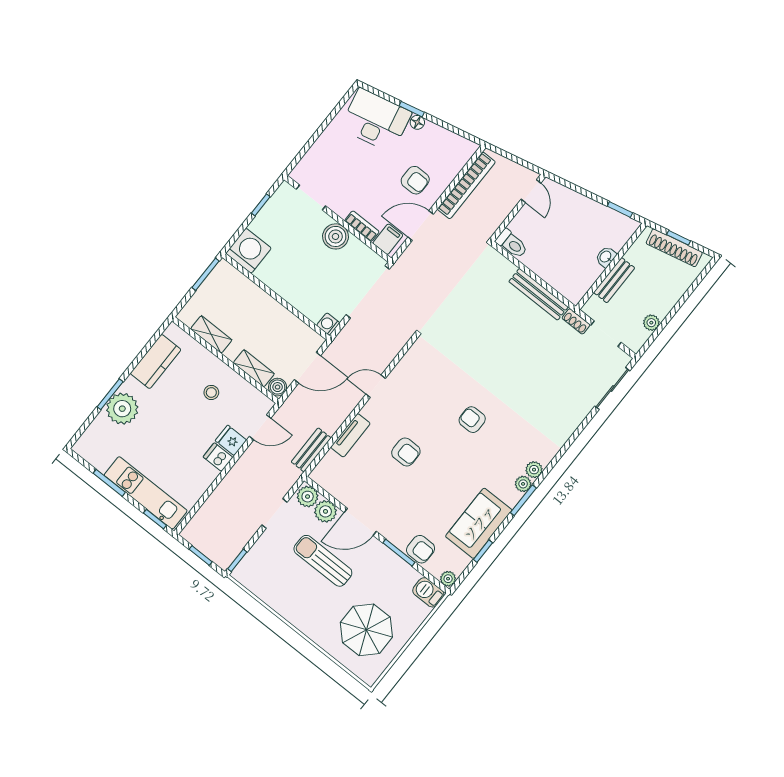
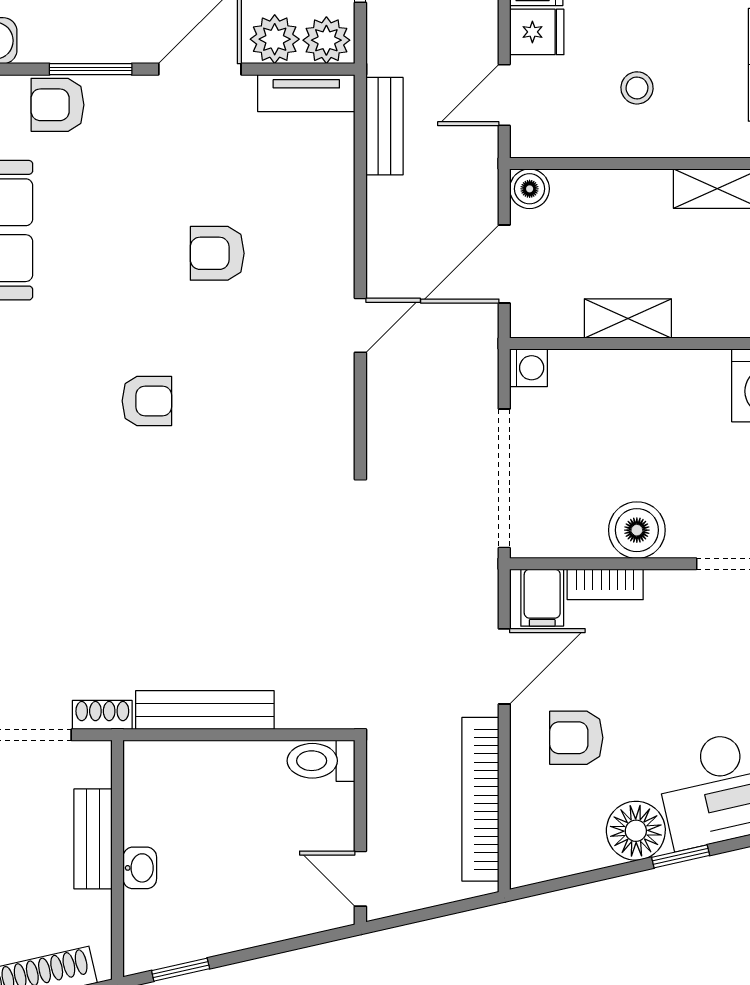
floor lamp: (417, 122) -> (636, 831), width x1.89, depth x1.89
shelving: (254, 368) -> (628, 318), moved
tv unit: (350, 435) -> (306, 93), moved, turned -90

